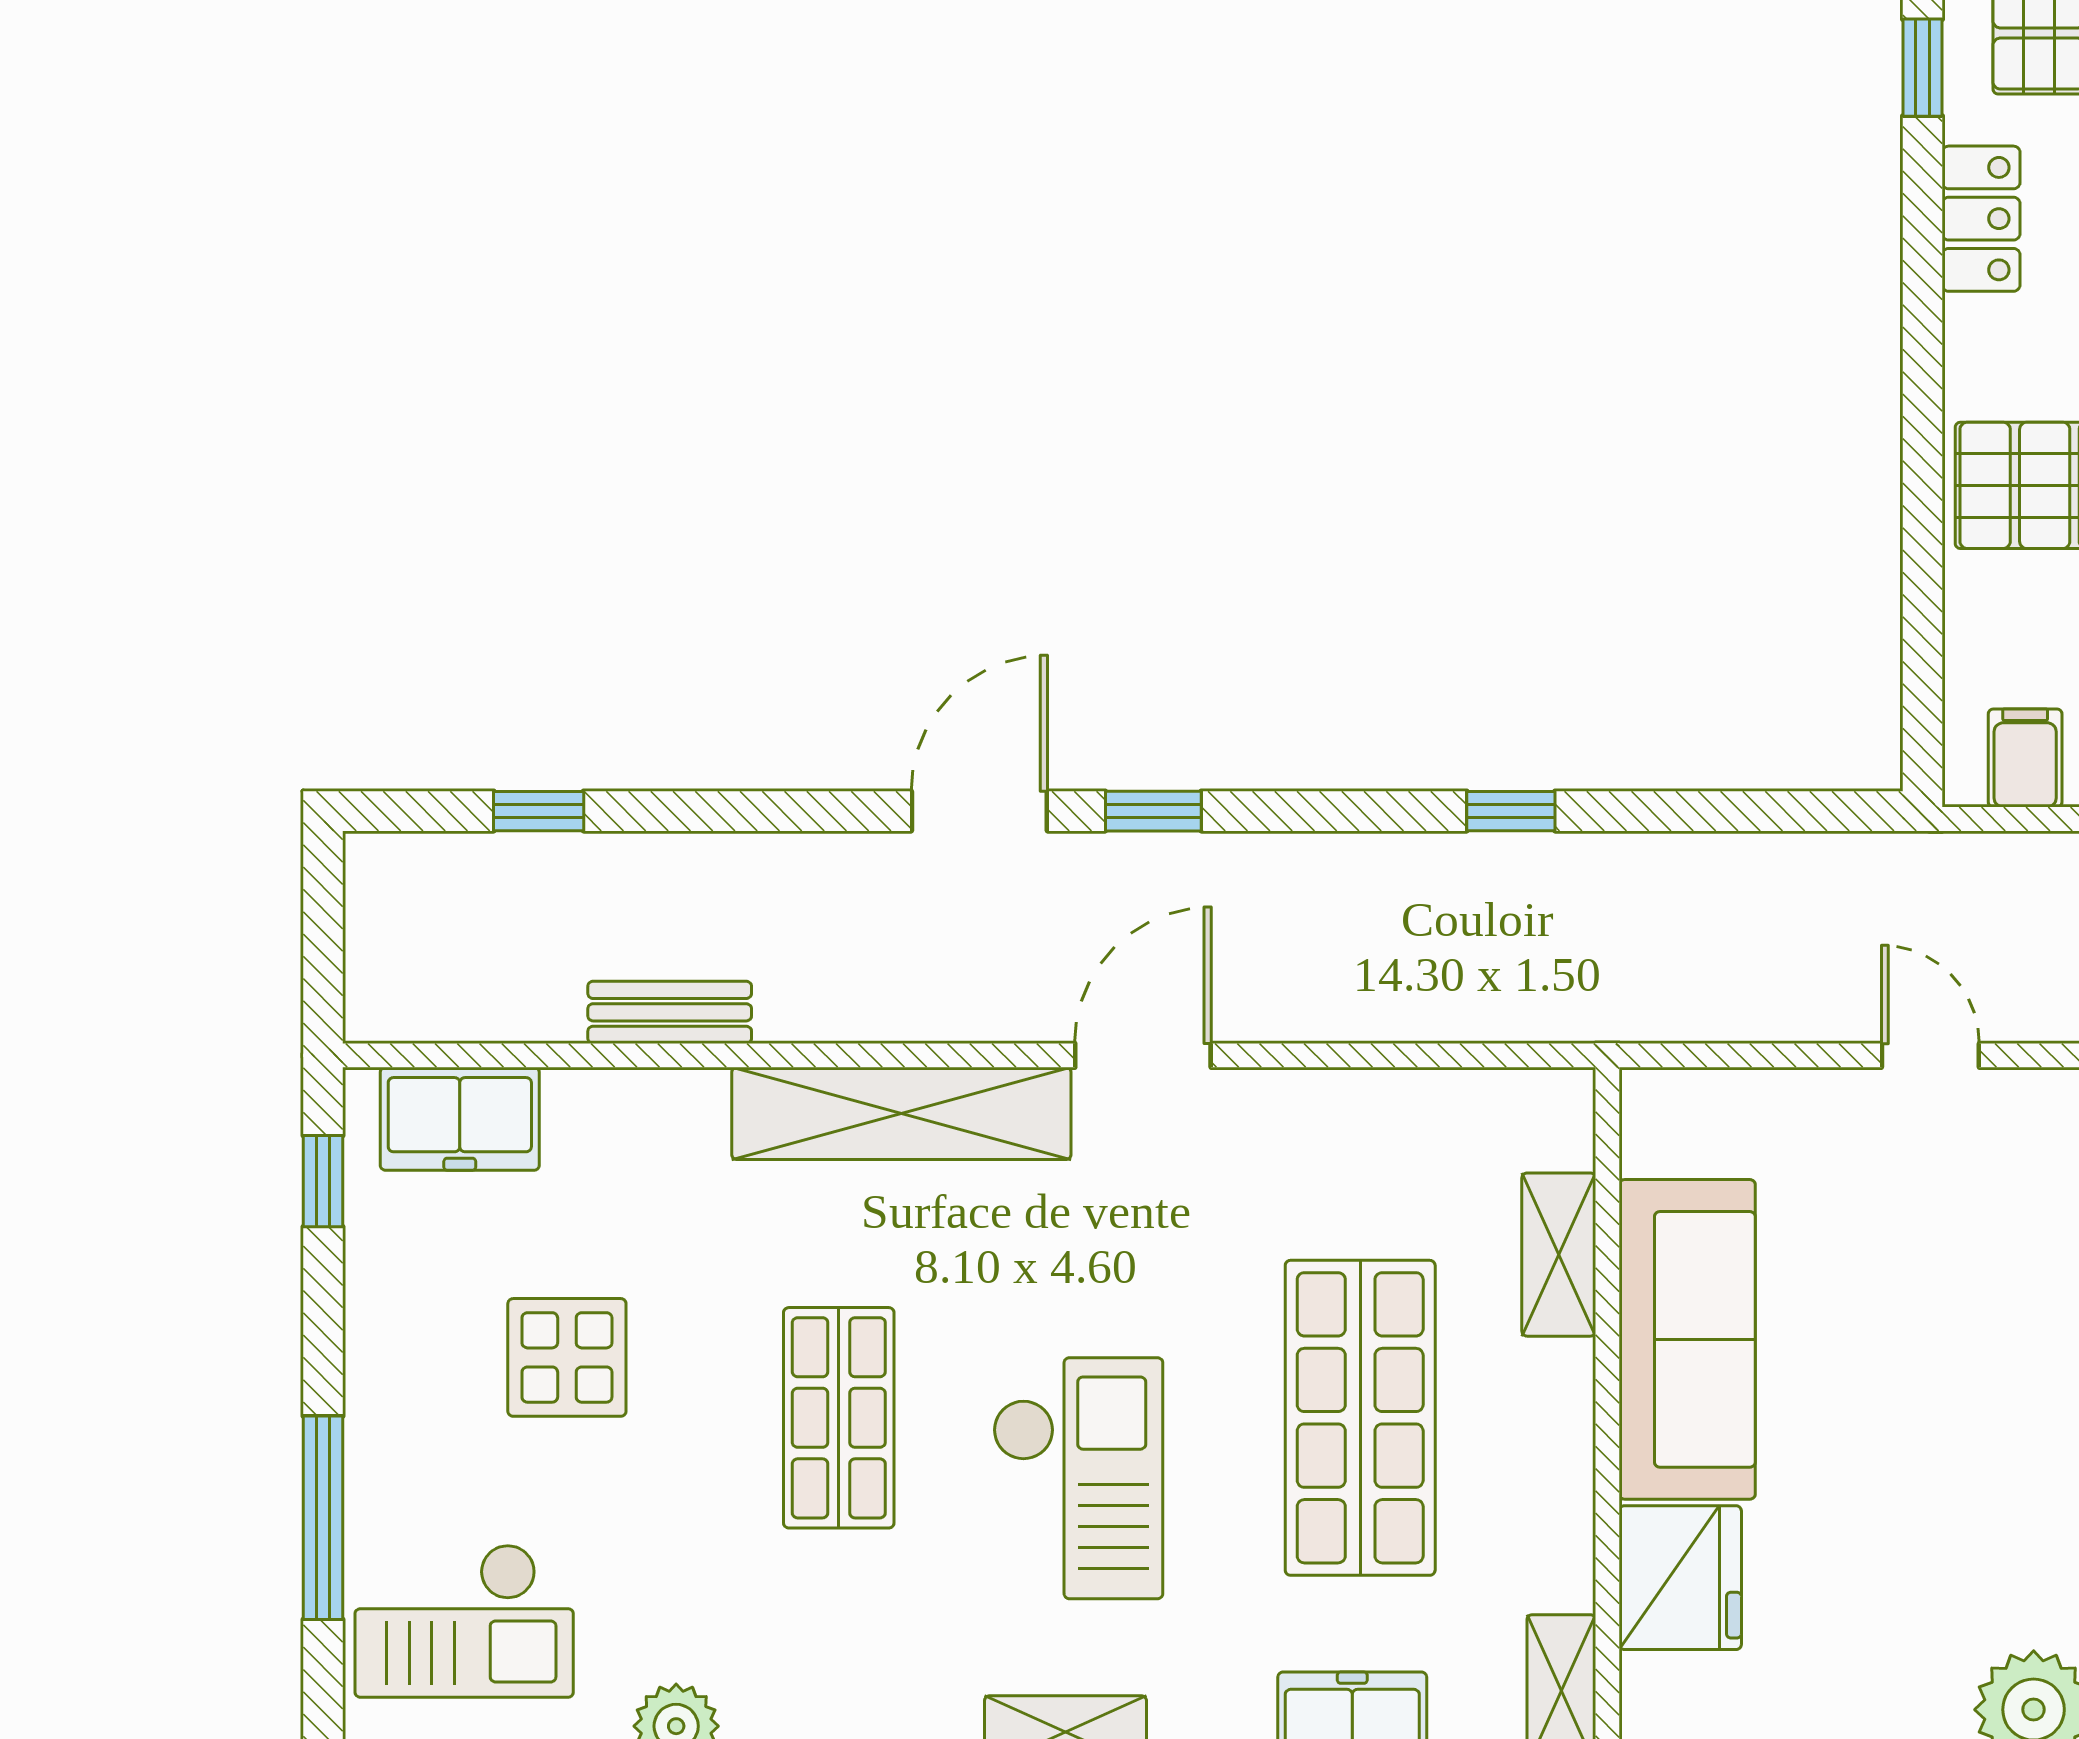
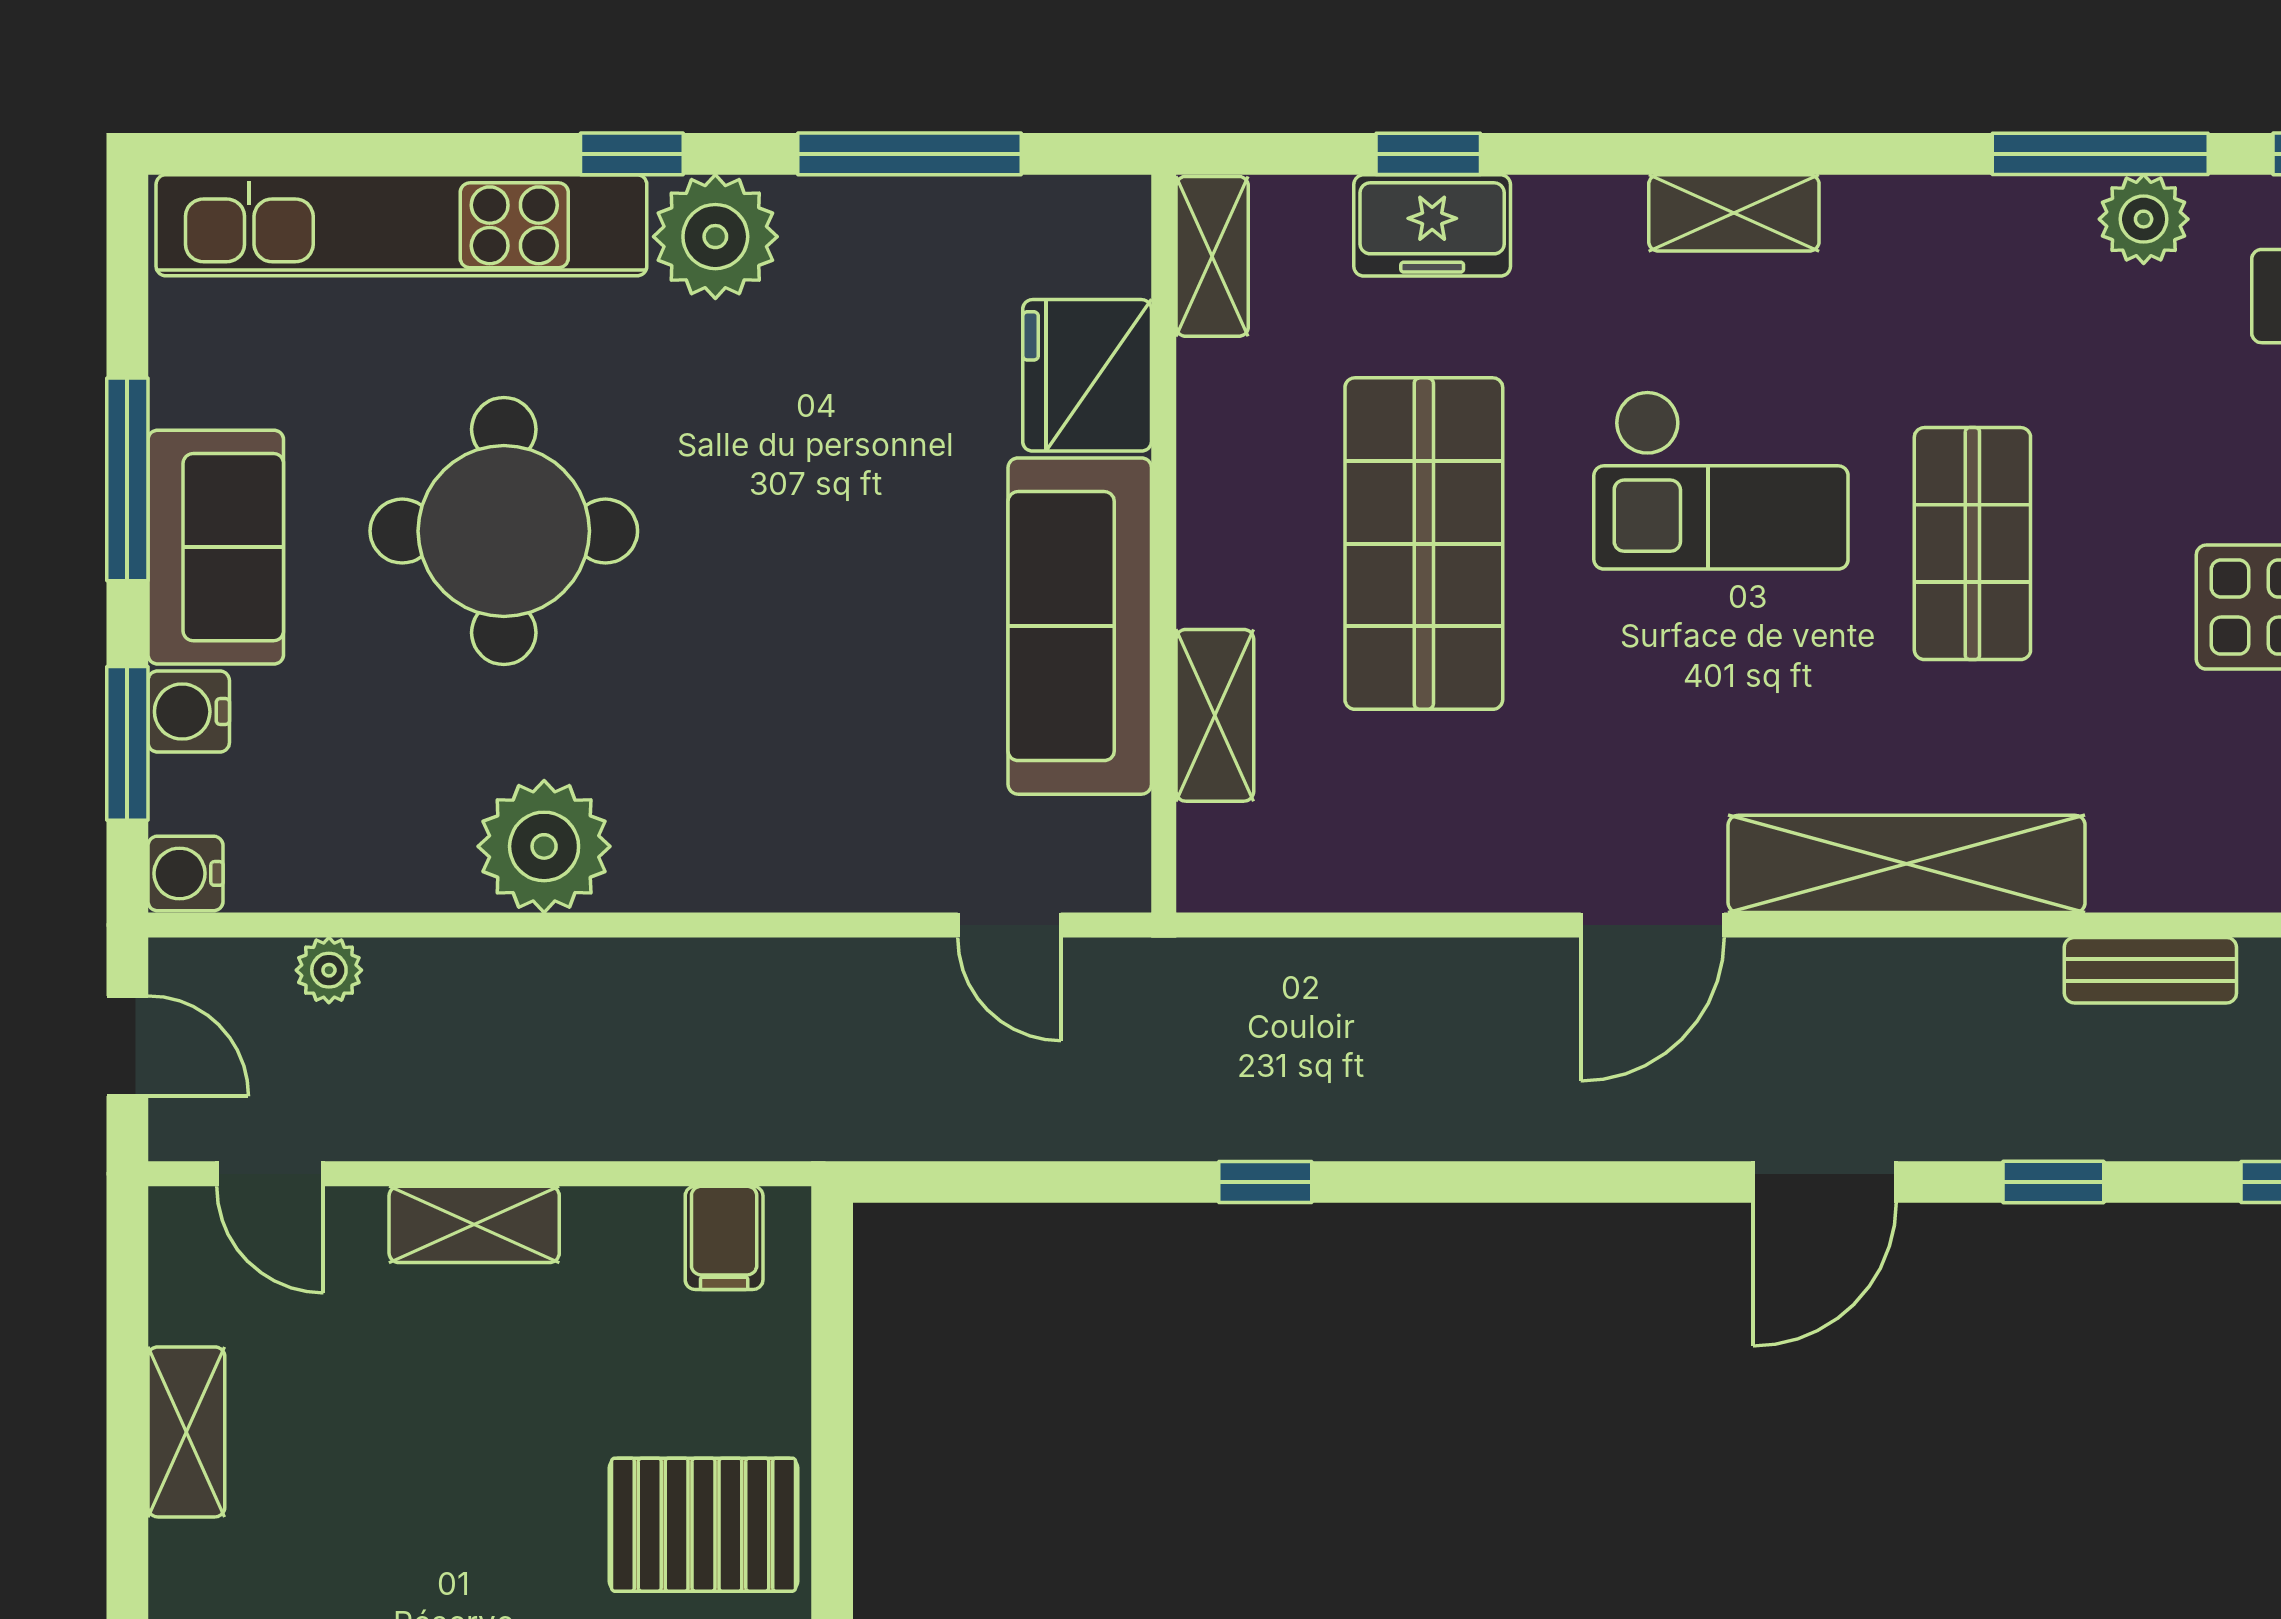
window: (1153, 811) -> (2053, 1182), moved
door: (1930, 1055) -> (1009, 925), moved
checkout: (1078, 1478) -> (1721, 480), turned -90

